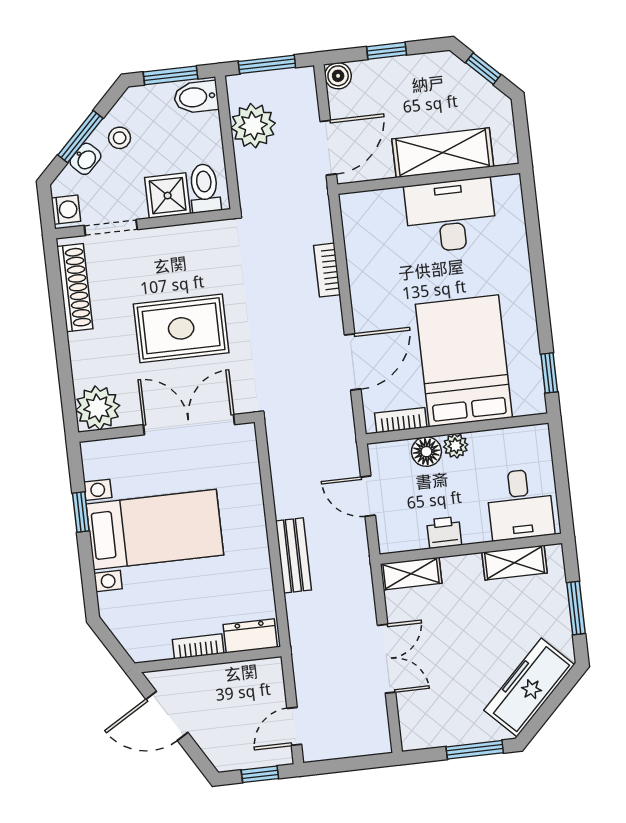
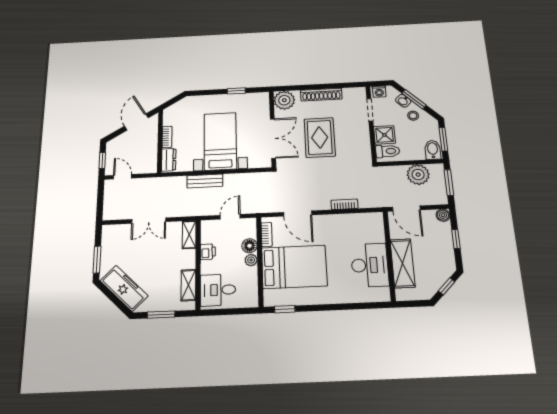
shoe rack: (75, 288) -> (321, 95), moved
bed with nightstands: (155, 530) -> (220, 141), moved, turned 180

